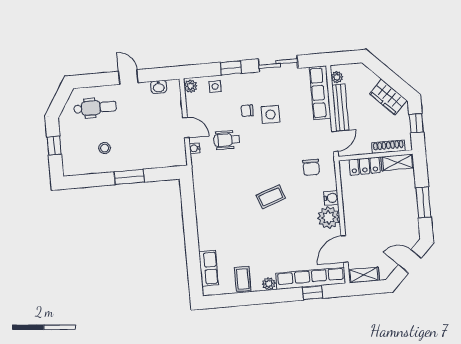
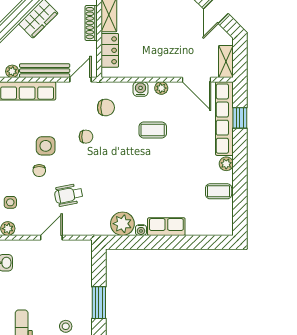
wheelchair: (227, 140) -> (69, 195), turned 78
door: (335, 141) -> (80, 80), hinge flipped
water cooler: (195, 148) -> (141, 230), moved
chair: (282, 151) -> (86, 137), added
plant: (205, 192) -> (122, 224), added
coffee table: (271, 197) -> (153, 130), moved, turned -71
plant: (329, 218) -> (161, 88), width x0.53, depth x0.53
row of seats: (209, 268) -> (166, 227), moved

